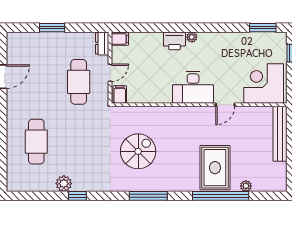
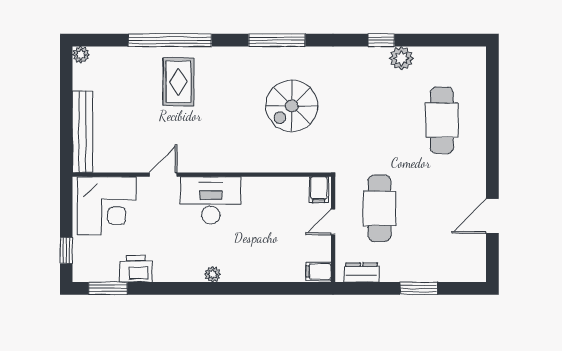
printer: (174, 41) -> (136, 269), moved
dresser: (102, 43) -> (362, 272), moved, turned -90
rug: (215, 168) -> (178, 82), width x0.73, depth x0.70
plant: (246, 186) -> (81, 55), moved

